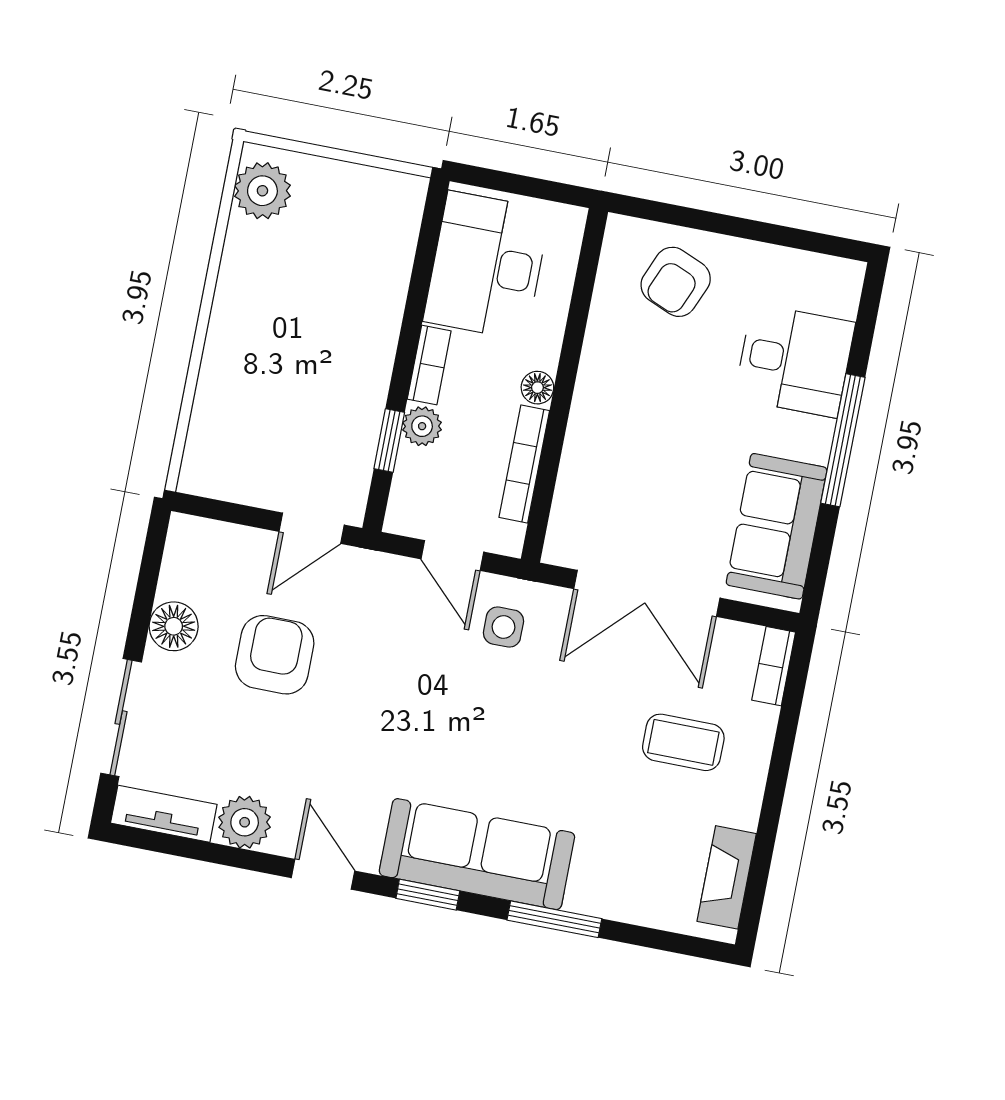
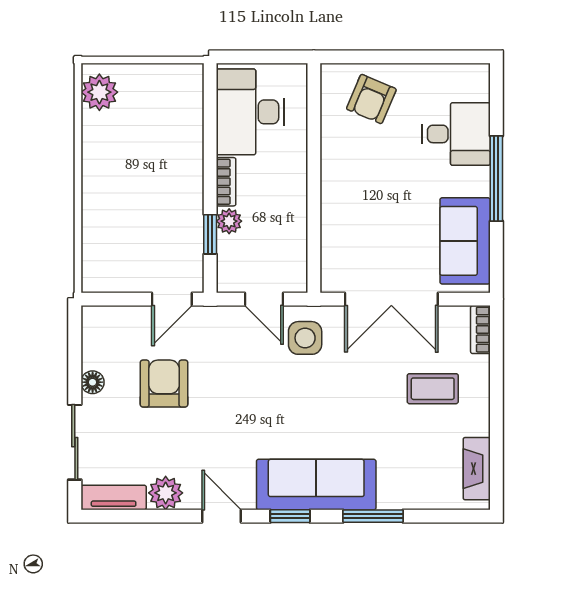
floor lamp: (537, 388) -> (297, 183), removed
bookcase: (524, 464) -> (298, 233), removed
floor lamp: (174, 626) -> (93, 382), width x0.73, depth x0.73
side table: (503, 627) -> (305, 338), width x1.37, depth x1.37

